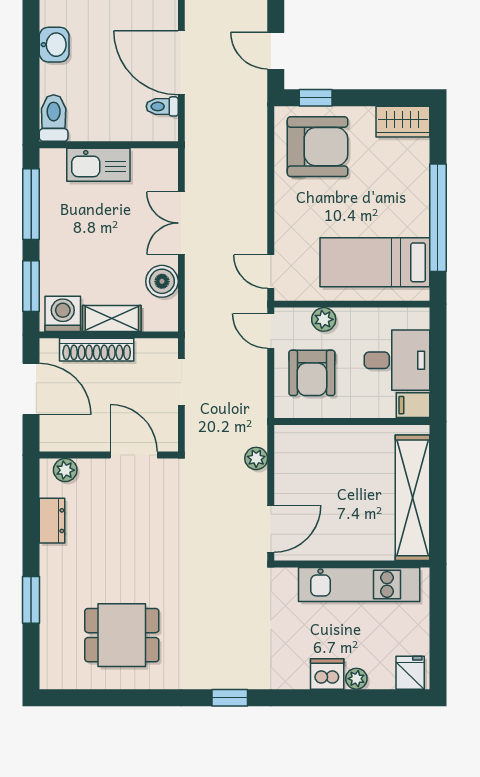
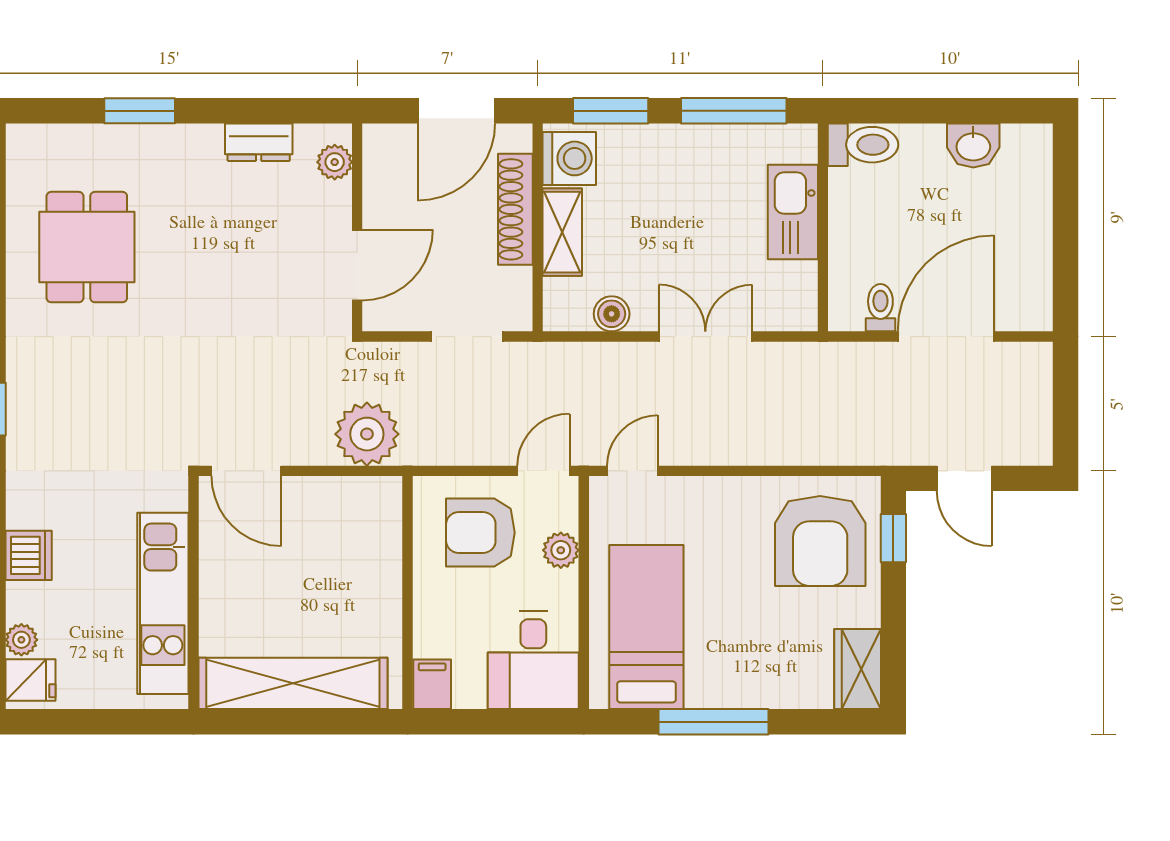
door: (276, 51) -> (964, 478), swing flipped
window: (438, 218) -> (713, 722), width x0.68
boiler: (162, 281) -> (612, 314), width x0.73, depth x0.73
desk: (397, 360) -> (533, 660), moved
plant: (256, 458) -> (367, 434), width x1.87, depth x1.87
plant: (356, 679) -> (21, 640), moved

